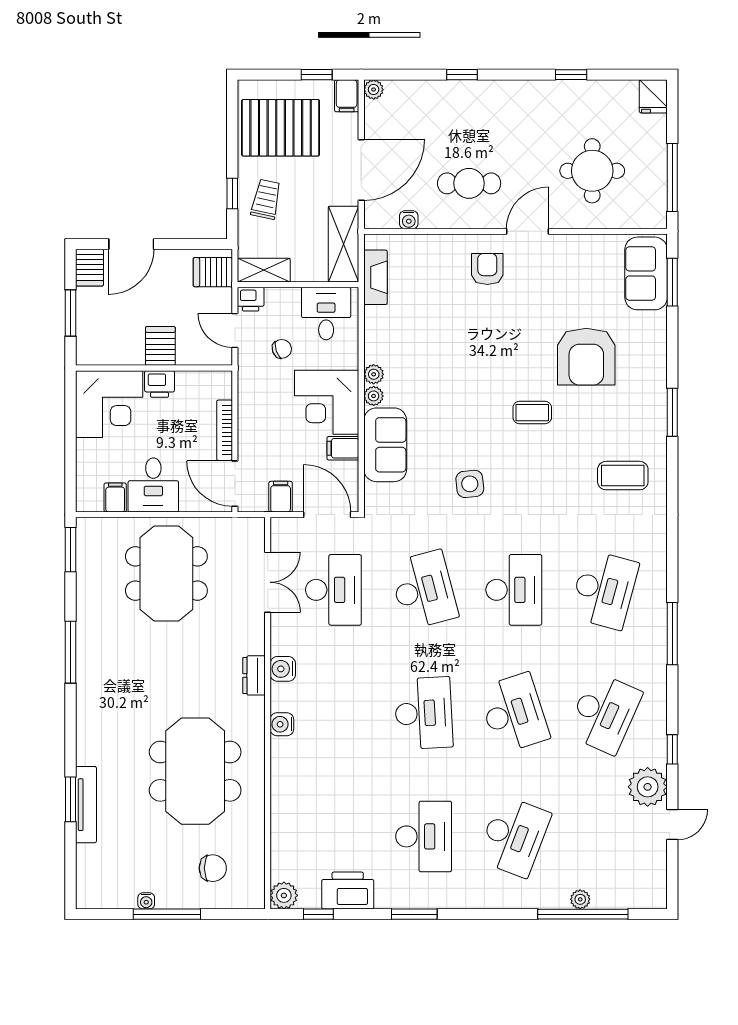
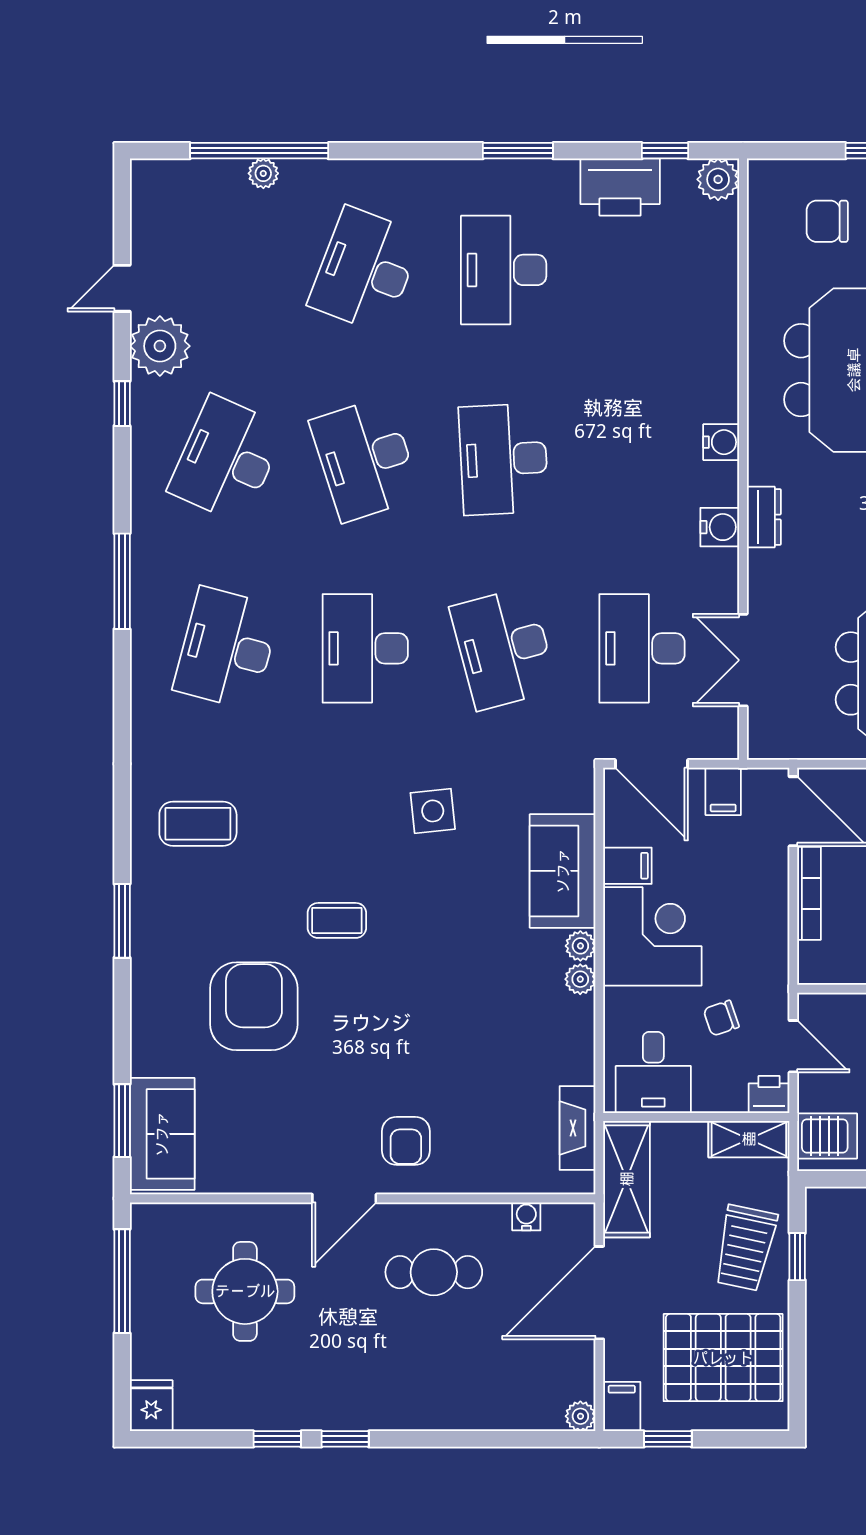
window: (462, 75) -> (345, 1439), moved
trolley: (266, 199) -> (745, 1248), width x1.36, depth x1.39

